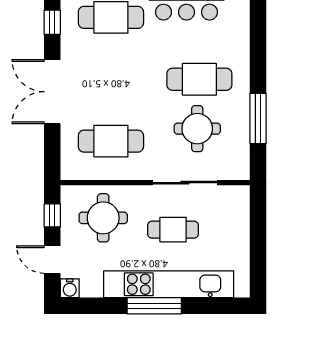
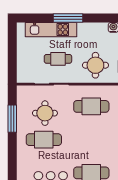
kitchen unit: (169, 284) -> (51, 30), width x0.73

